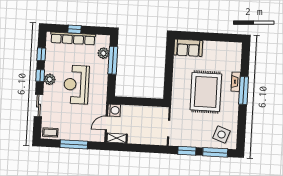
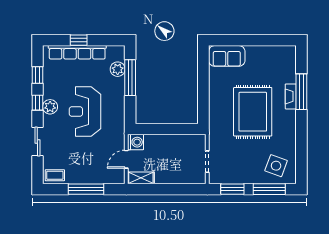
window: (244, 90) -> (301, 92), moved

